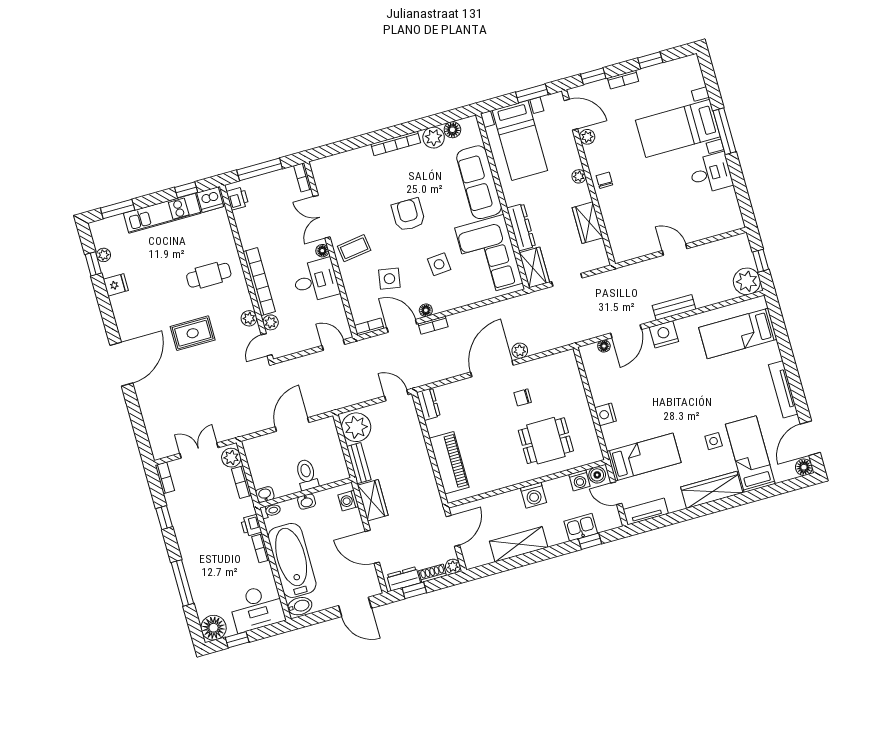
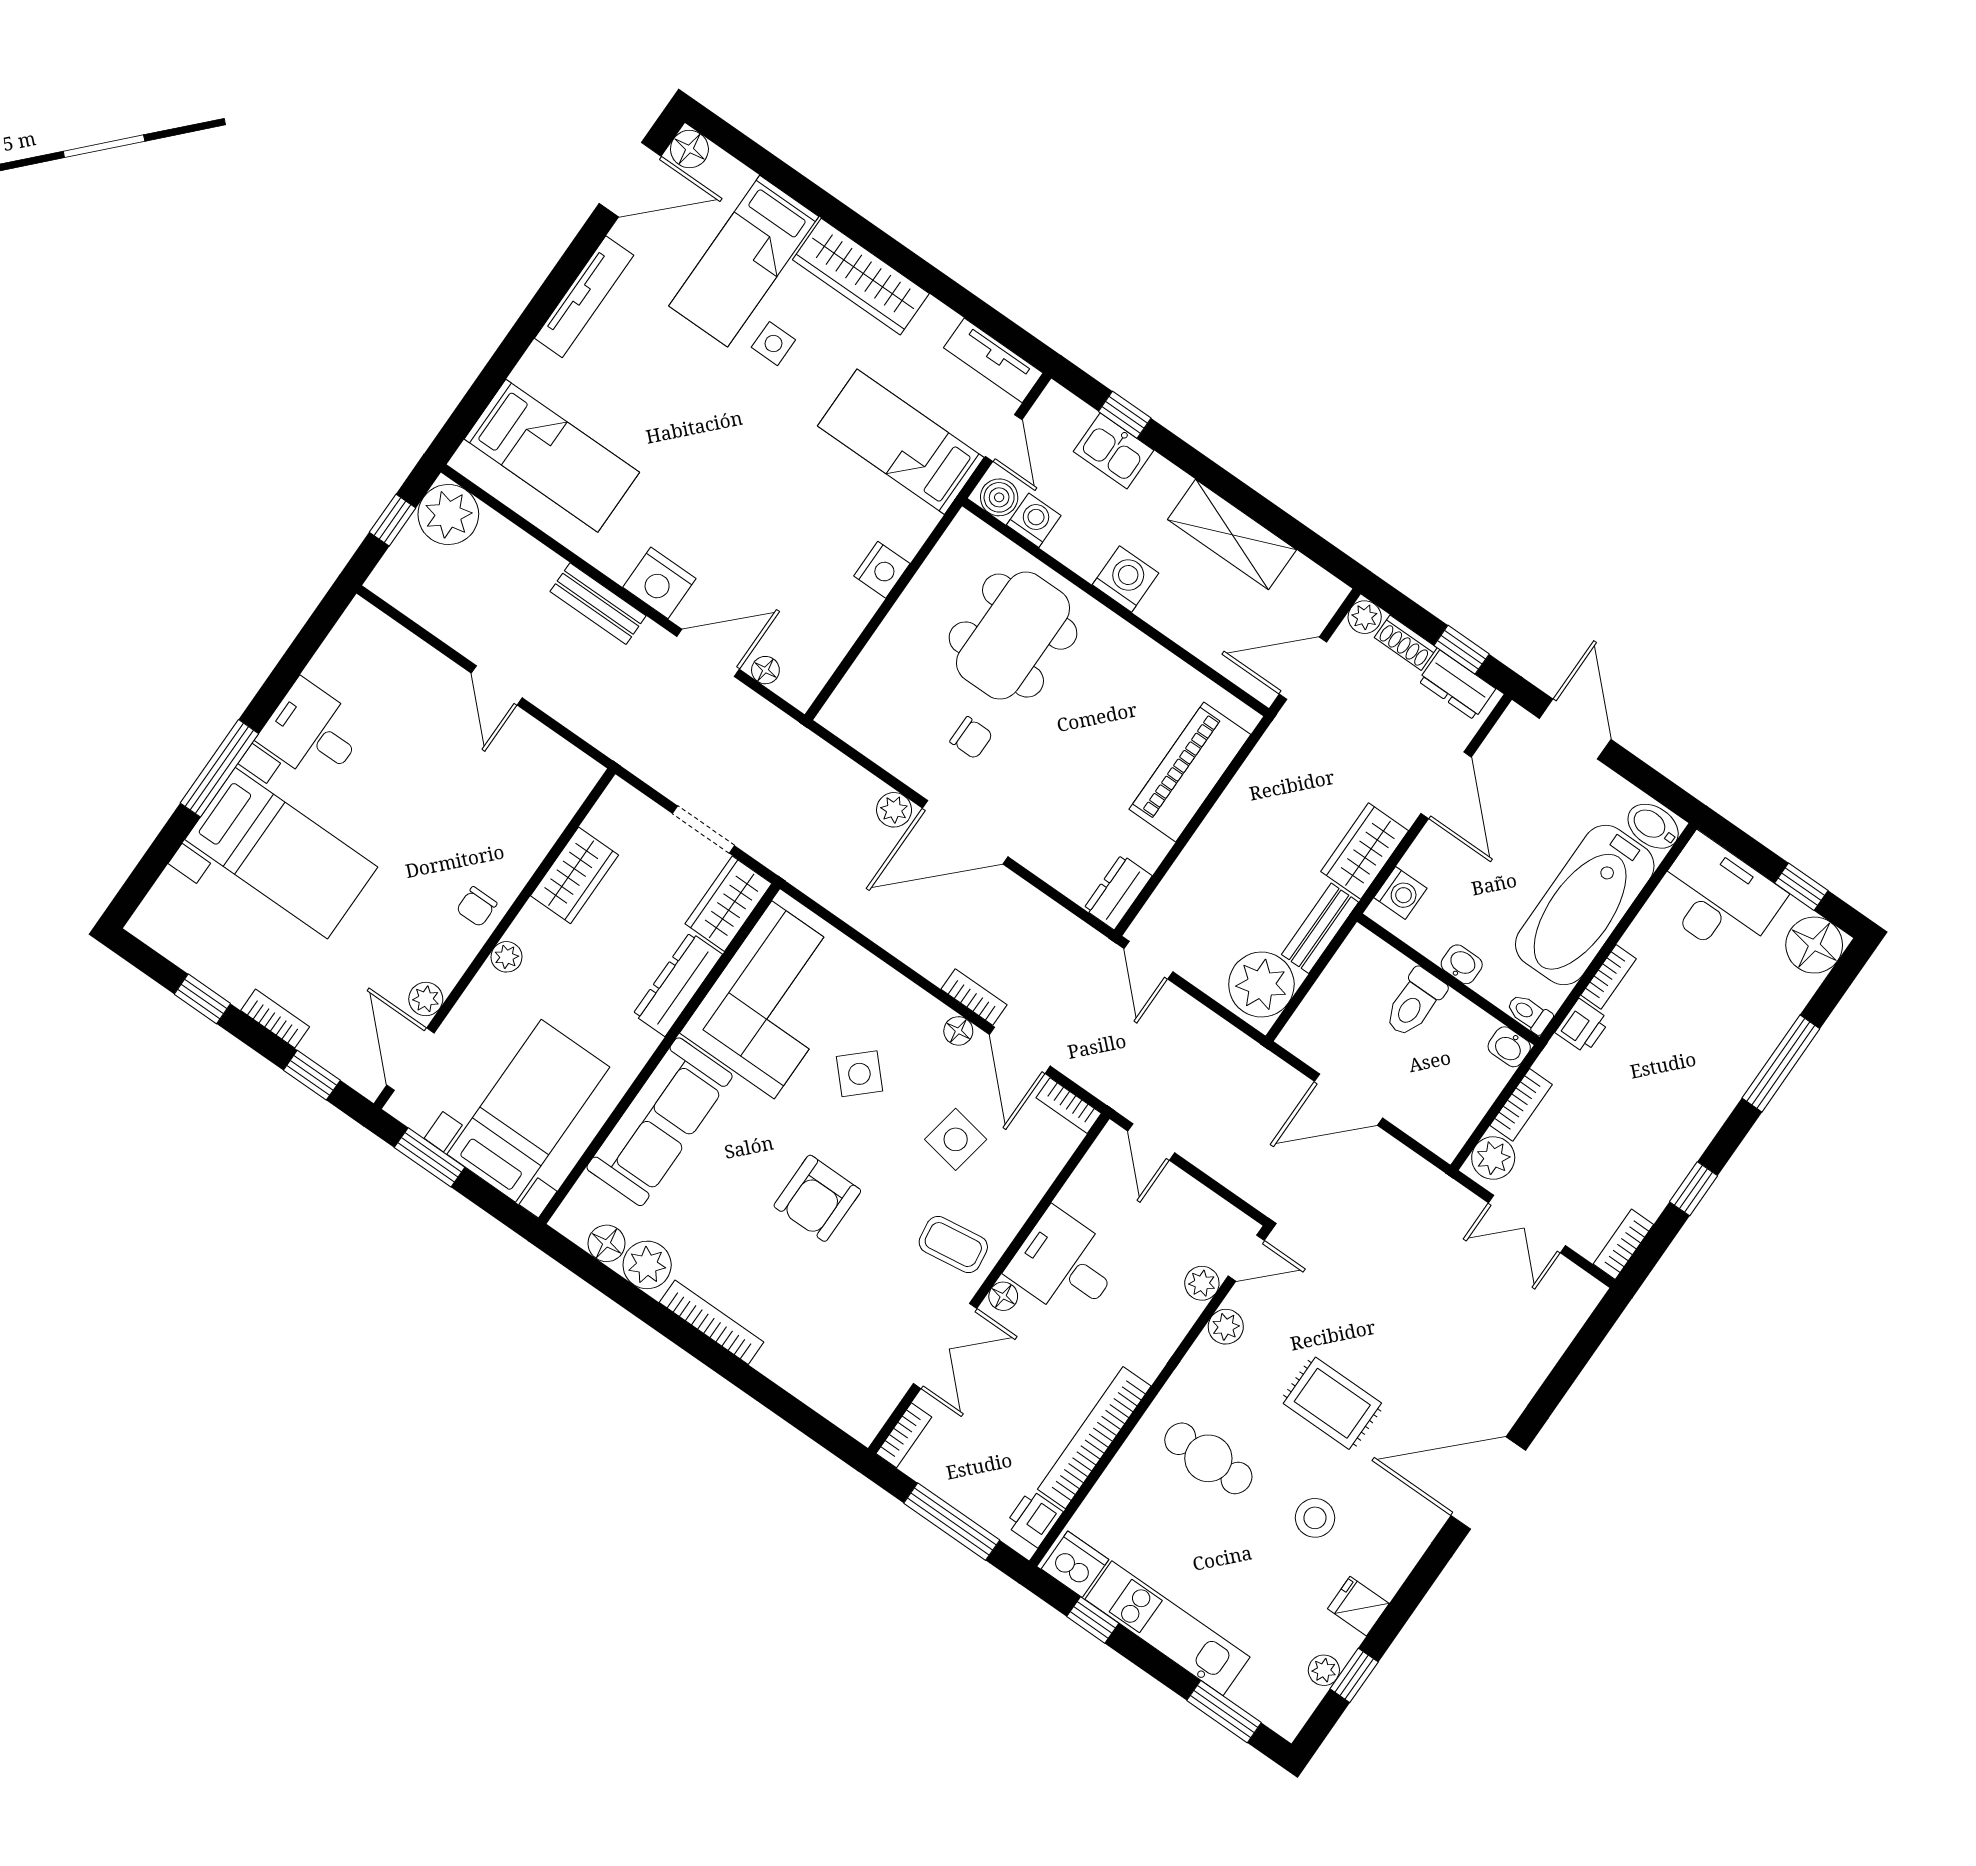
side table: (439, 264) -> (859, 1074), turned -38
bookcase: (259, 282) -> (1094, 1438), moved
stool: (158, 295) -> (1315, 1518), added
dining table: (546, 441) -> (1013, 636), width x1.38

